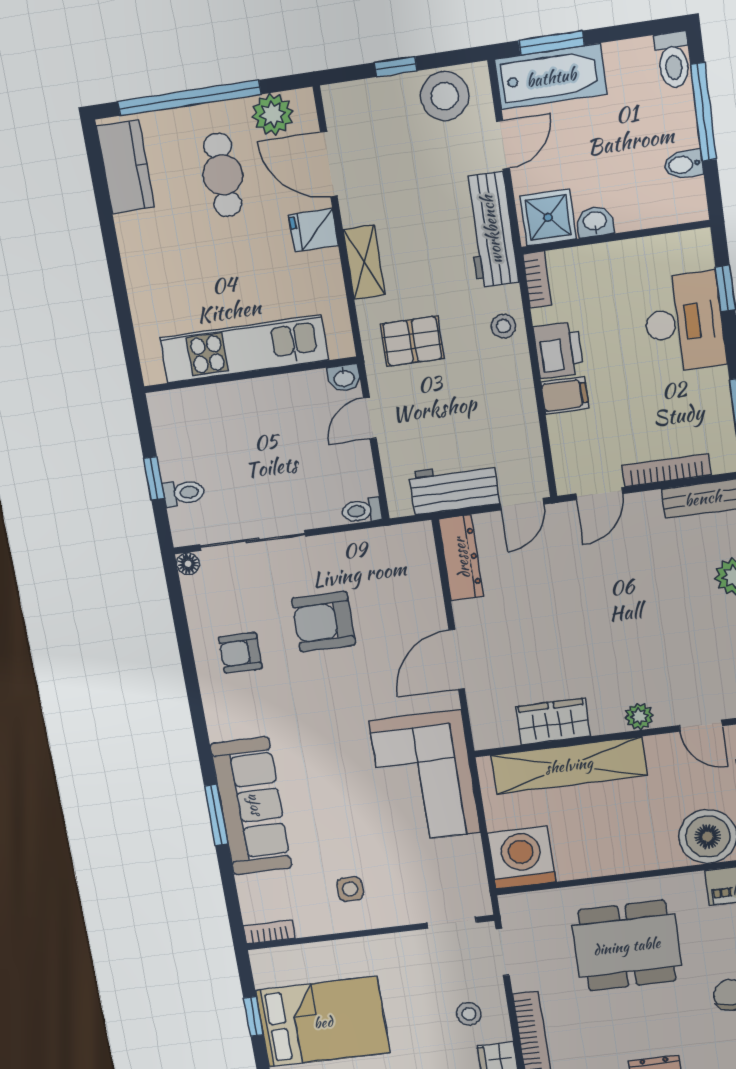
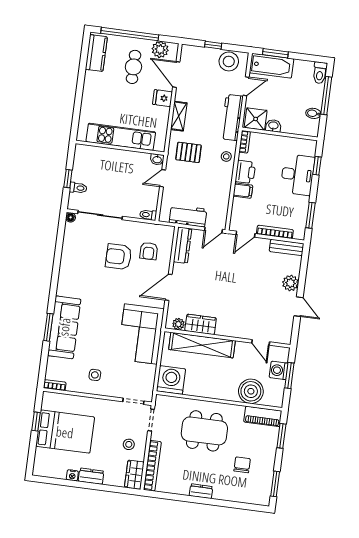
armchair: (240, 653) -> (149, 251), moved, turned -90
plant: (639, 716) -> (178, 324), moved

